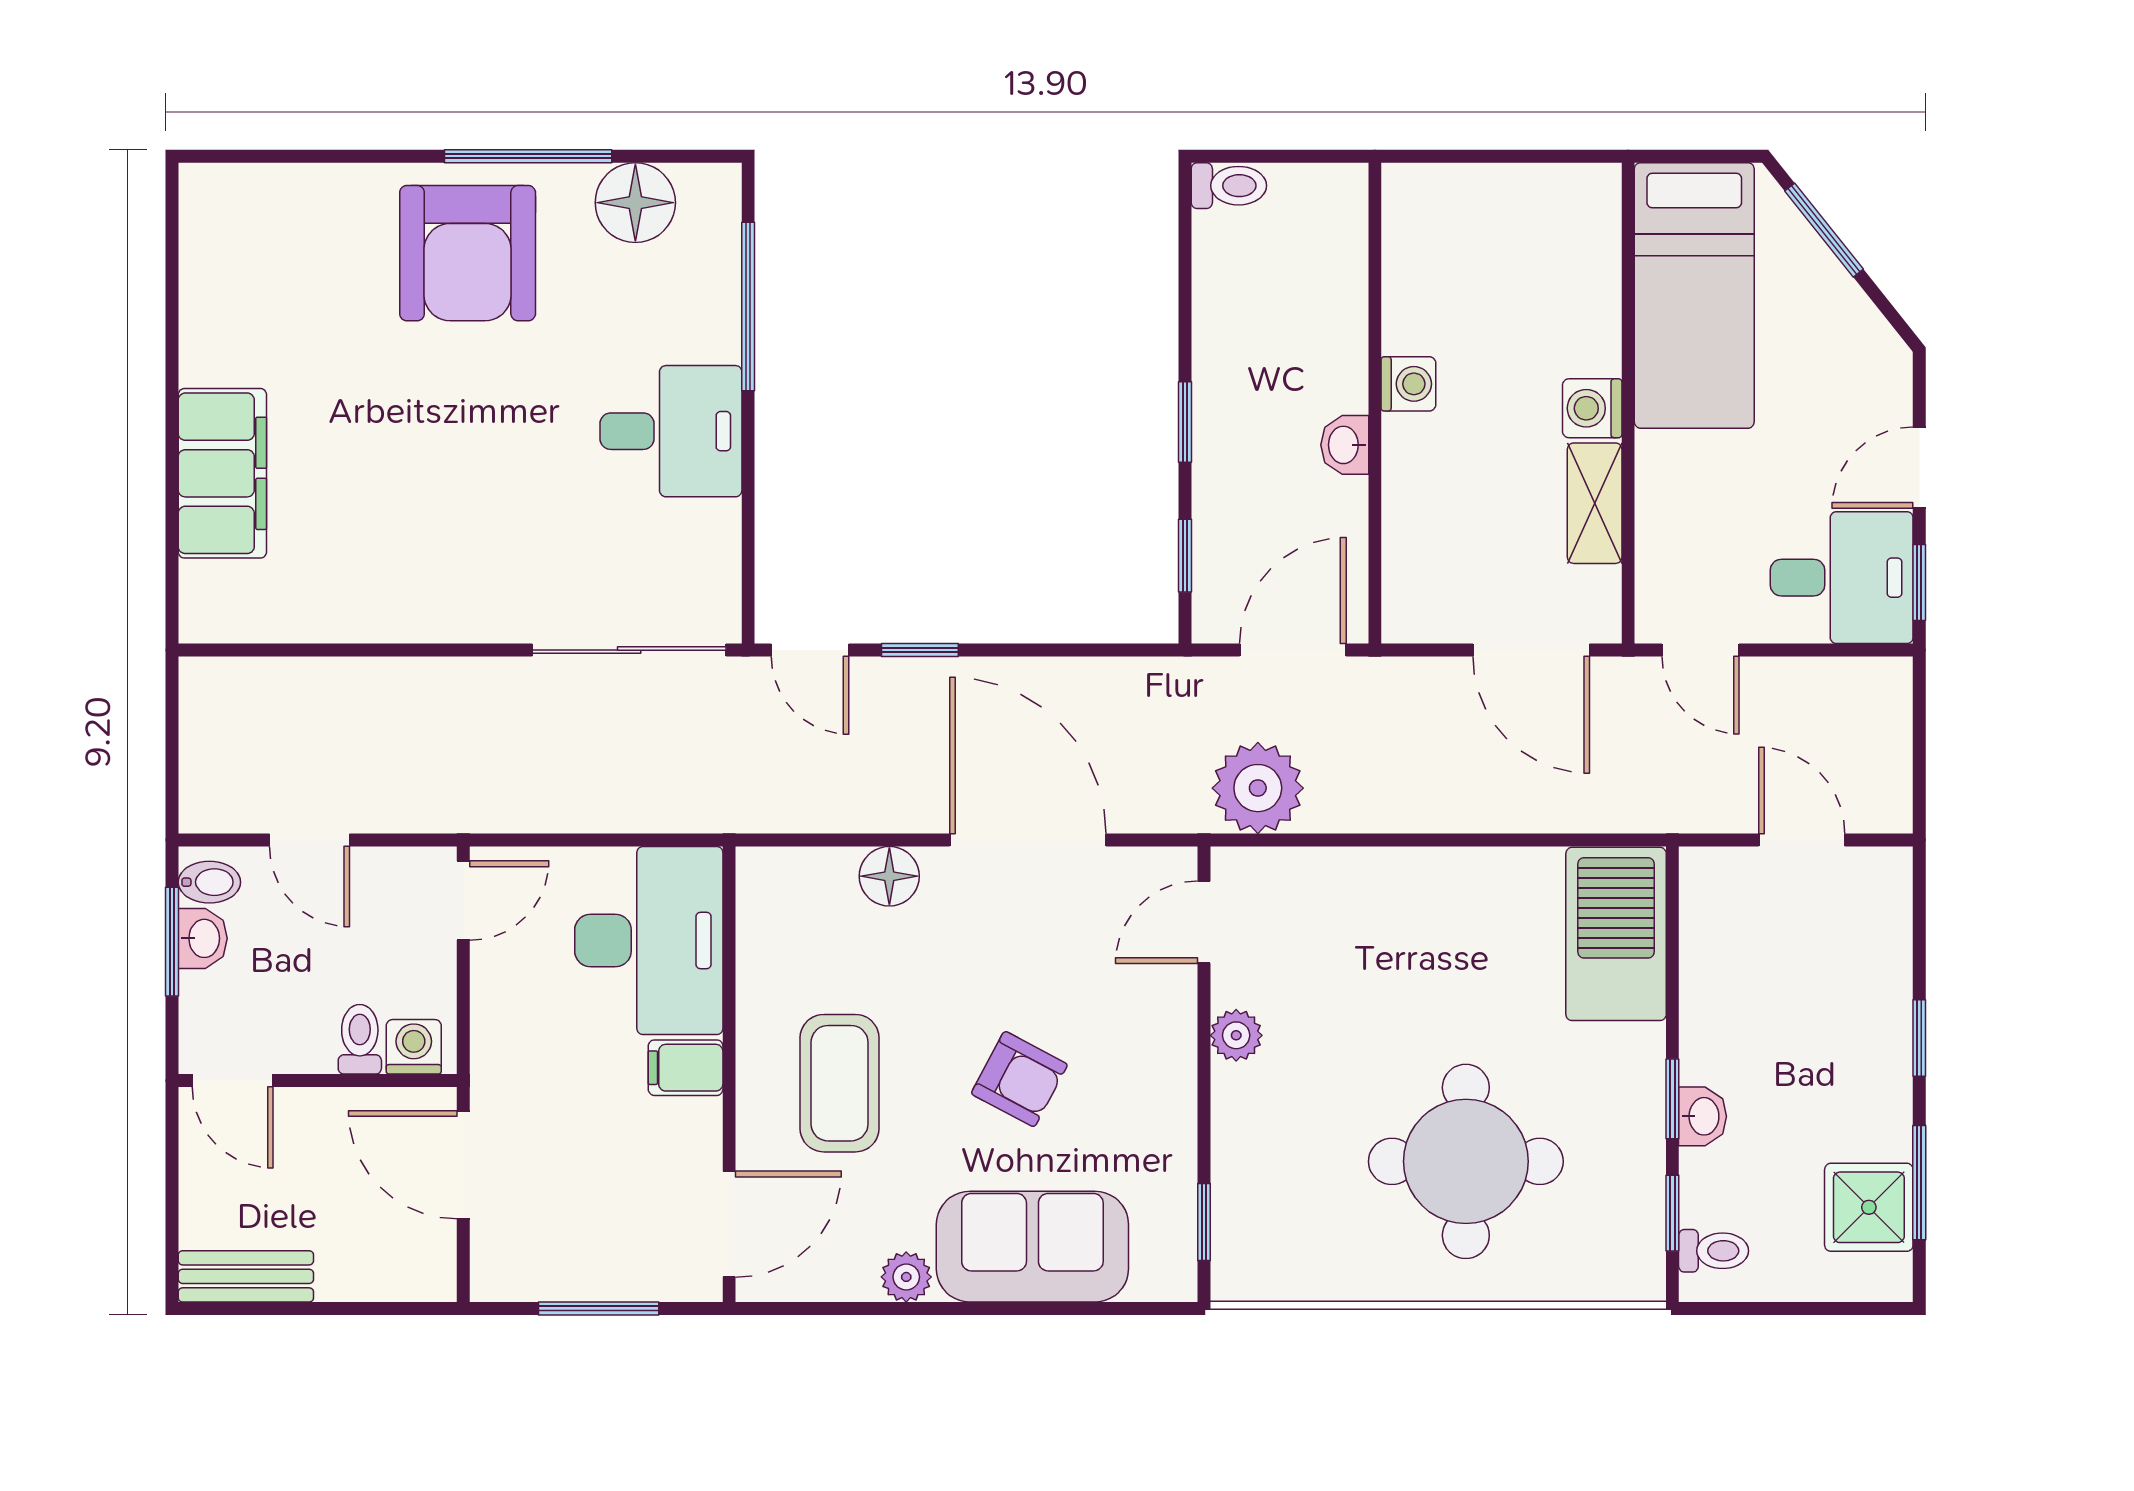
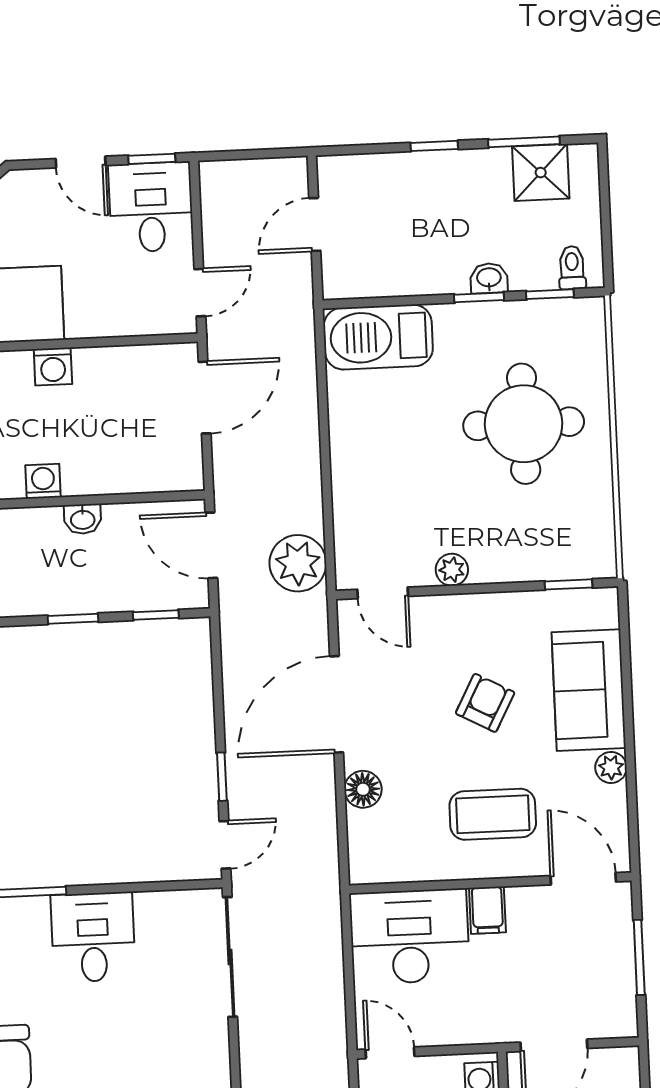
shelving: (1595, 503) -> (112, 362), removed

